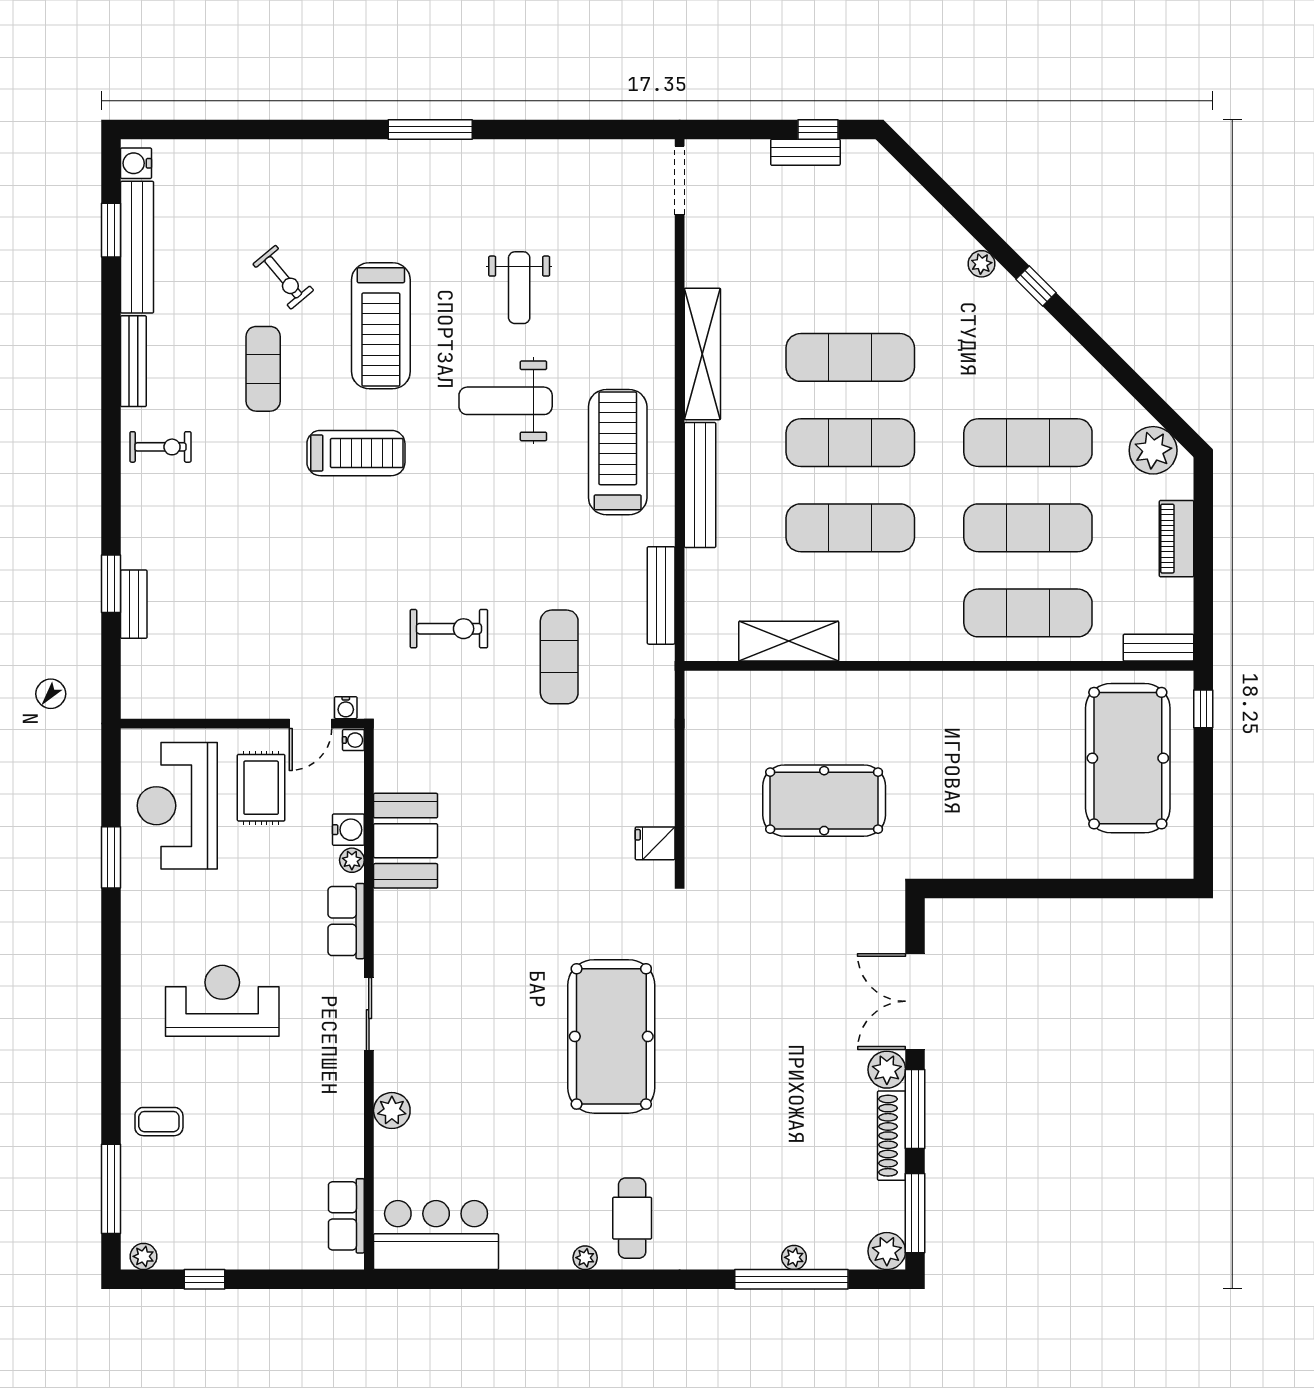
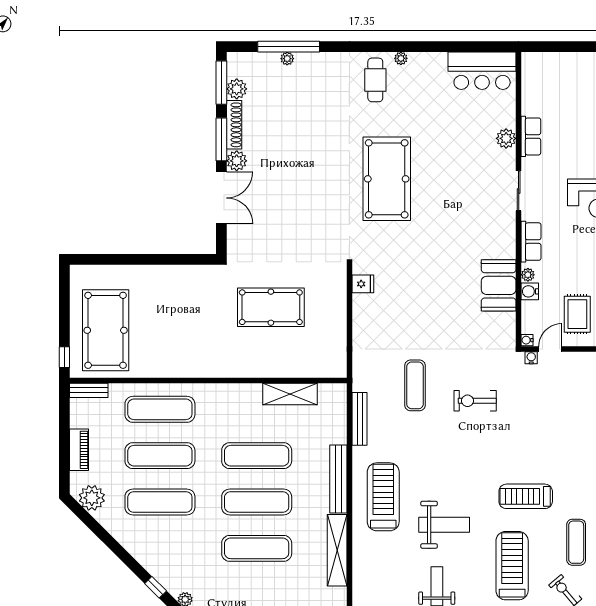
treadmill: (618, 452) -> (383, 497), turned 180
row of seats: (346, 1216) -> (531, 136), moved
plant: (887, 1251) -> (237, 89), moved

